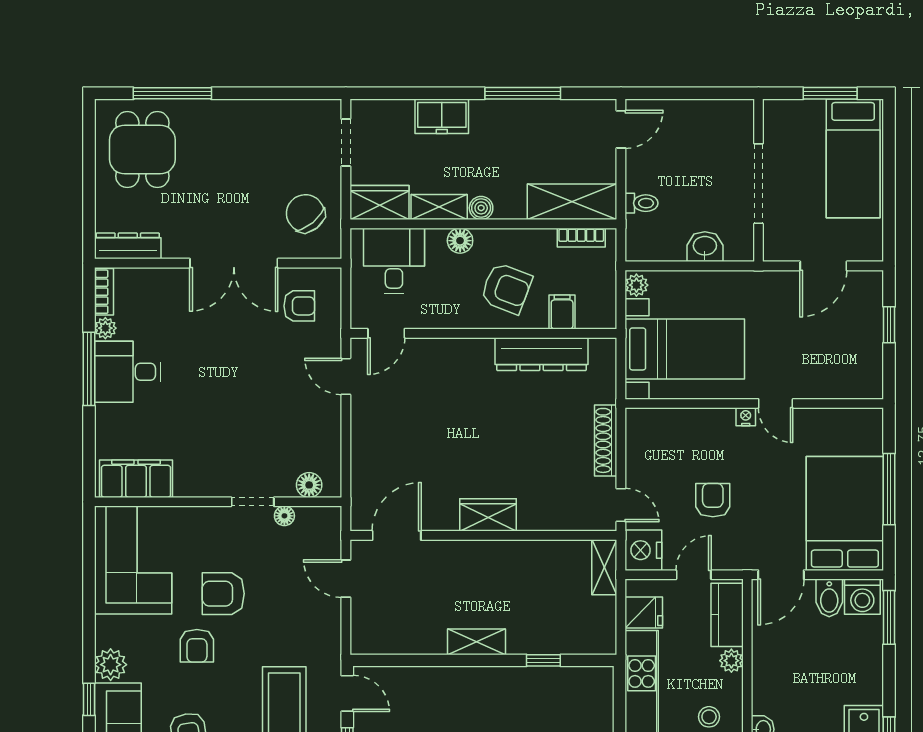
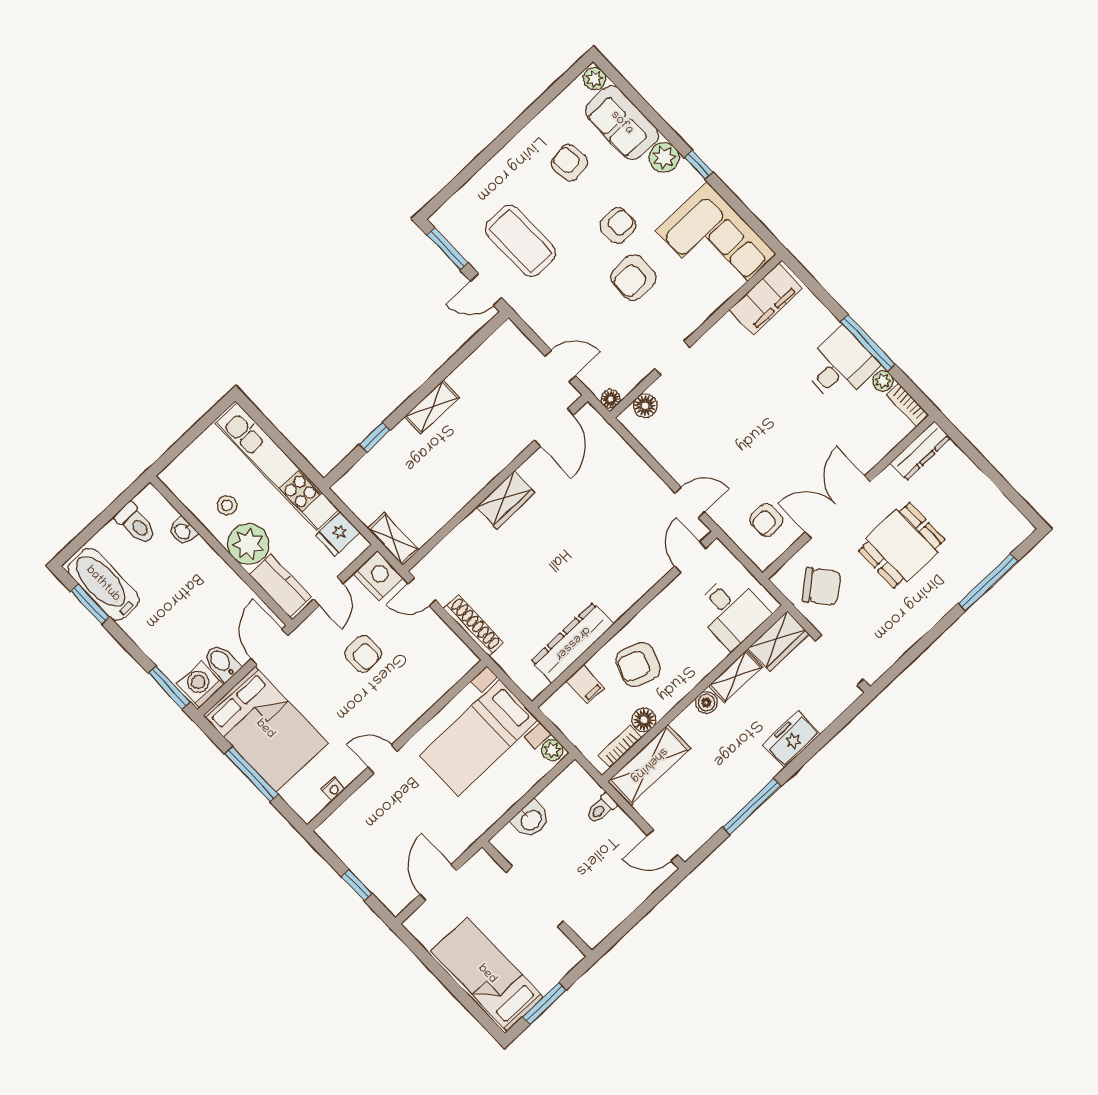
door: (621, 129) -> (662, 845), hinge flipped
doorway: (346, 143) -> (840, 660), width x1.38
dining table: (142, 150) -> (902, 545), moved, turned 90
floor lamp: (460, 241) -> (644, 720), moved
nightstand: (746, 417) -> (333, 789), moved
floor lamp: (284, 516) -> (610, 399), moved
armchair: (223, 594) -> (633, 277), turned 180
armchair: (197, 646) -> (618, 225), turned 90
plant: (731, 661) -> (248, 544), width x1.87, depth x1.87
window: (89, 699) -> (699, 165), moved

